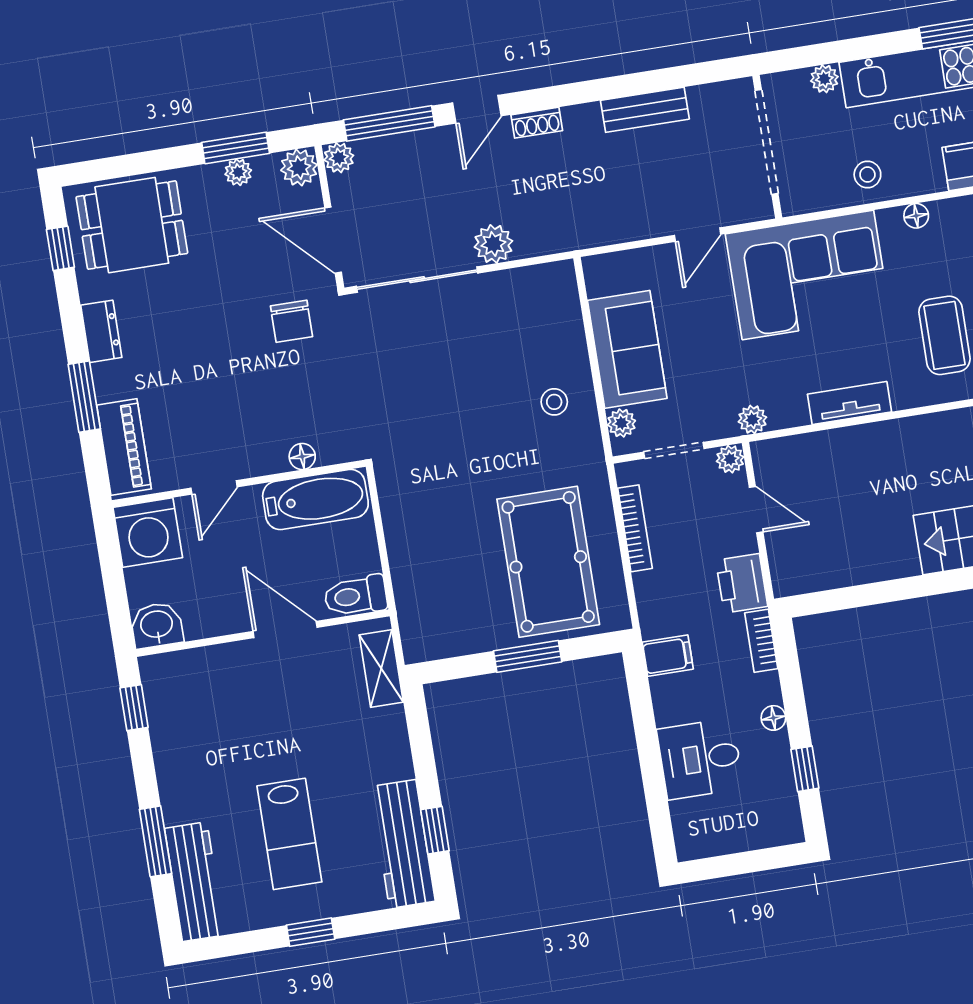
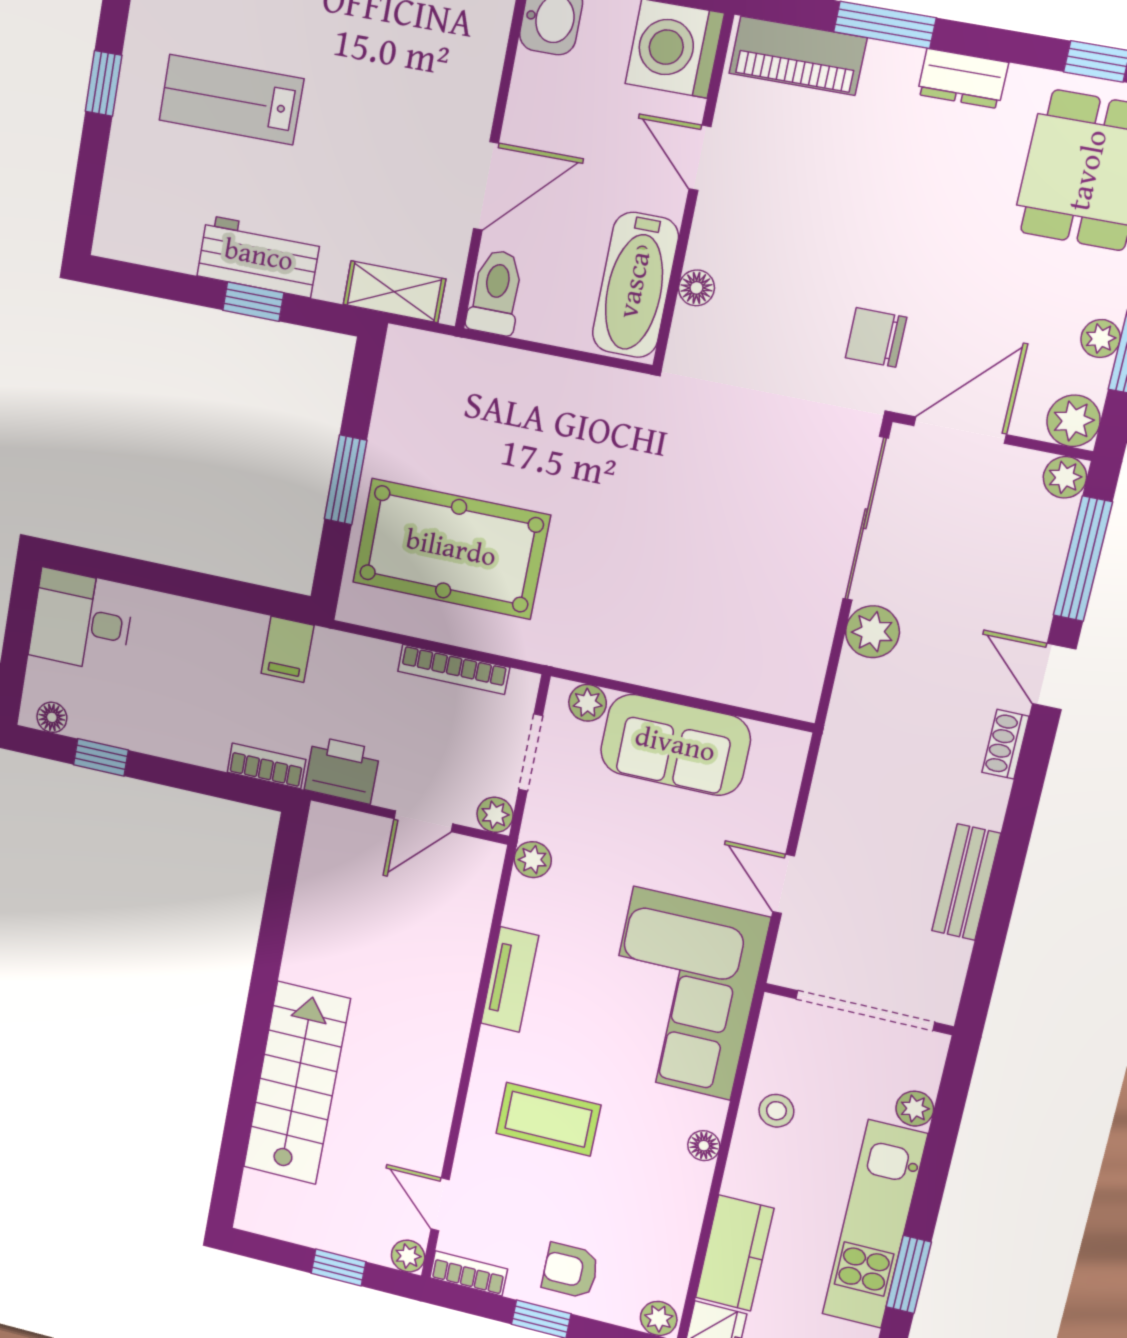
stool: (554, 402) -> (645, 631), removed
floor lamp: (773, 718) -> (52, 717), moved
desk: (700, 759) -> (82, 621), moved, turned -90
window: (435, 830) -> (253, 302), moved
workbench: (403, 844) -> (259, 256), moved, width x0.73

